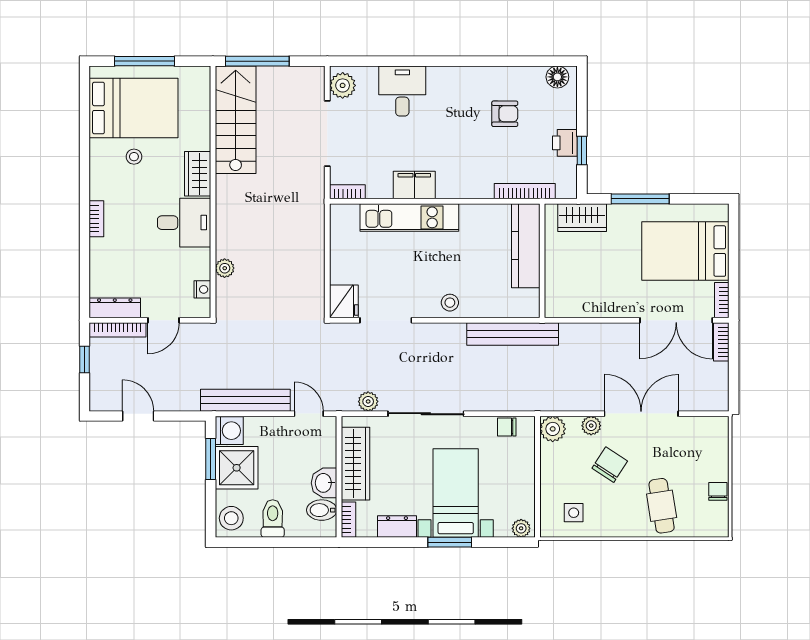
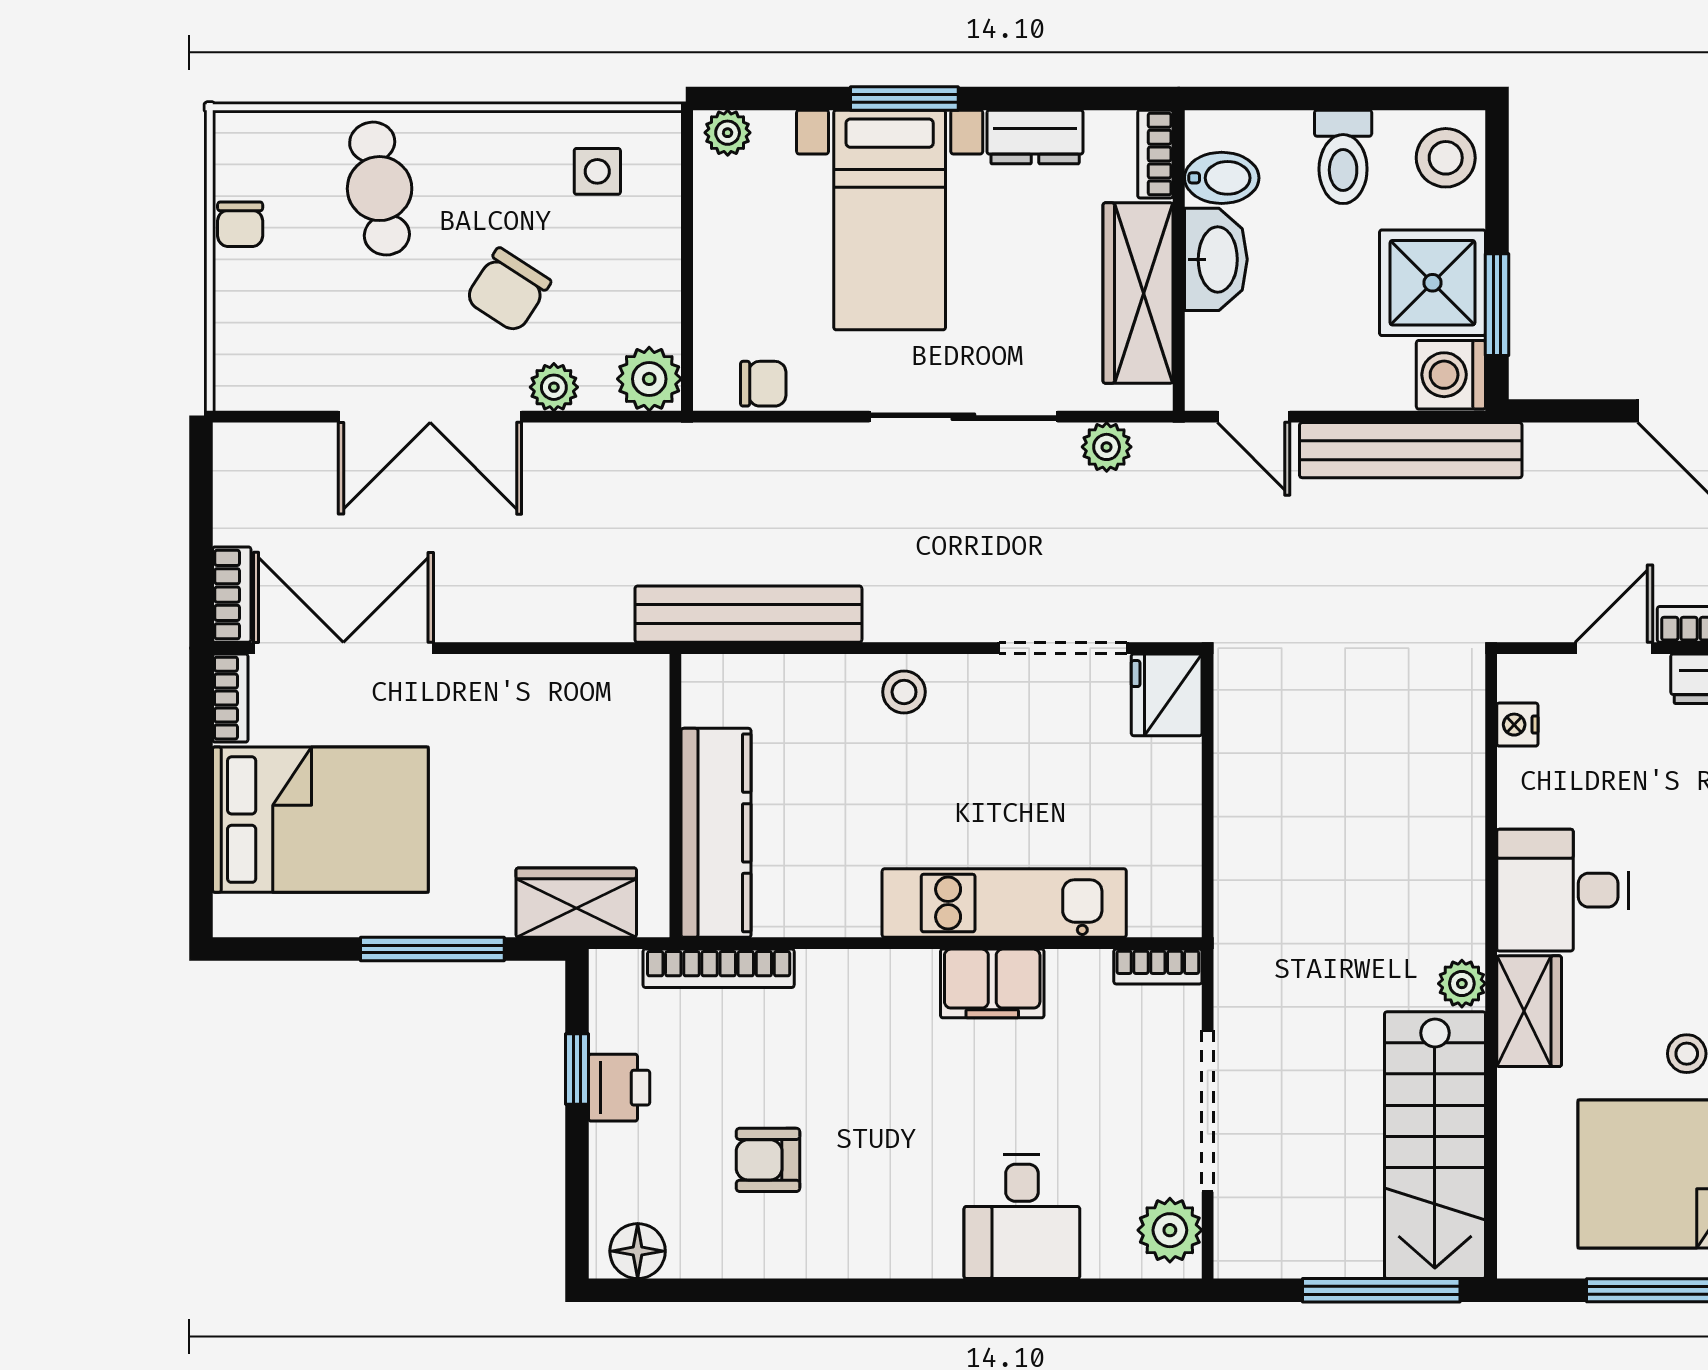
plant: (225, 268) -> (1462, 984), moved
washbasin: (324, 483) -> (1216, 259), width x1.38

